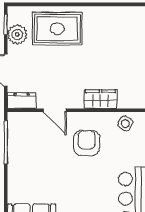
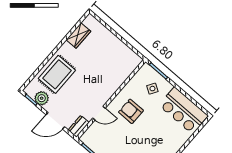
wardrobe: (100, 99) -> (78, 36), moved, turned 180
side table: (125, 124) -> (152, 89), moved

